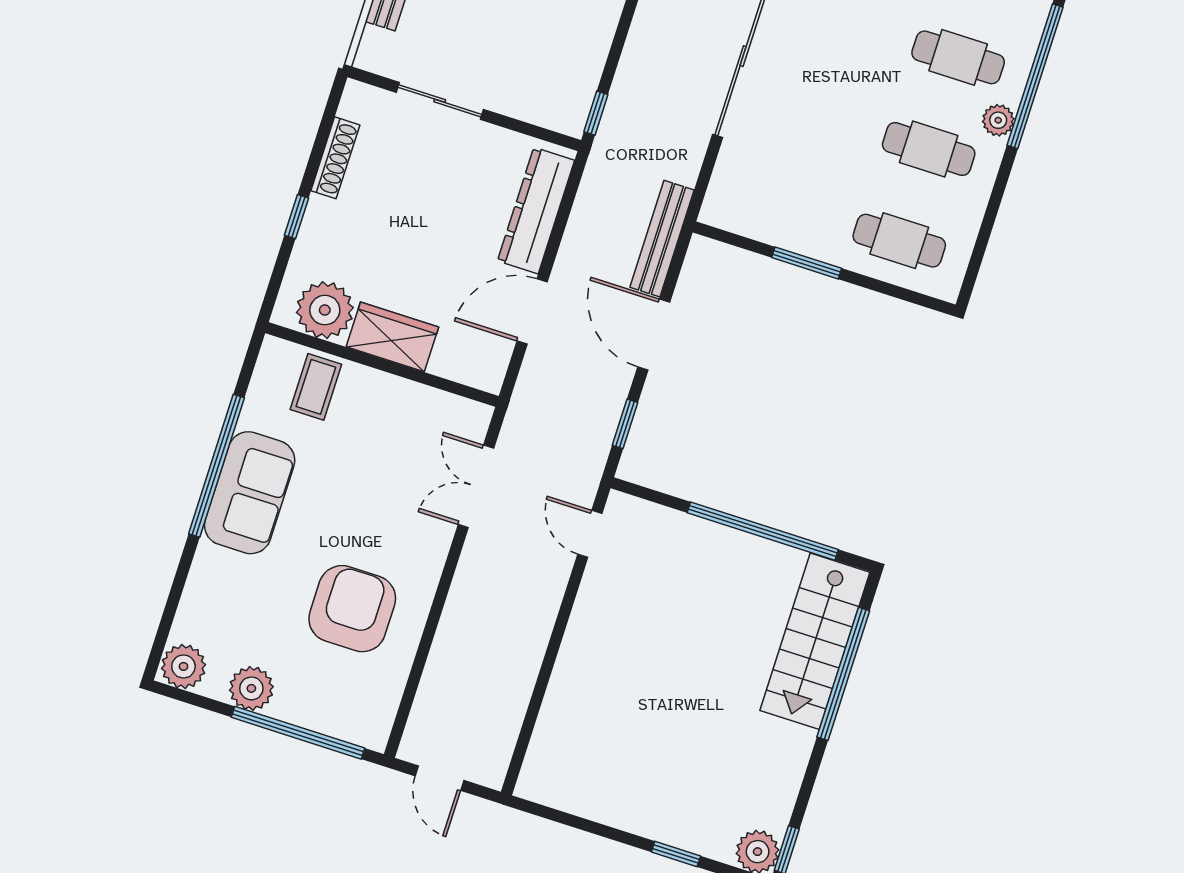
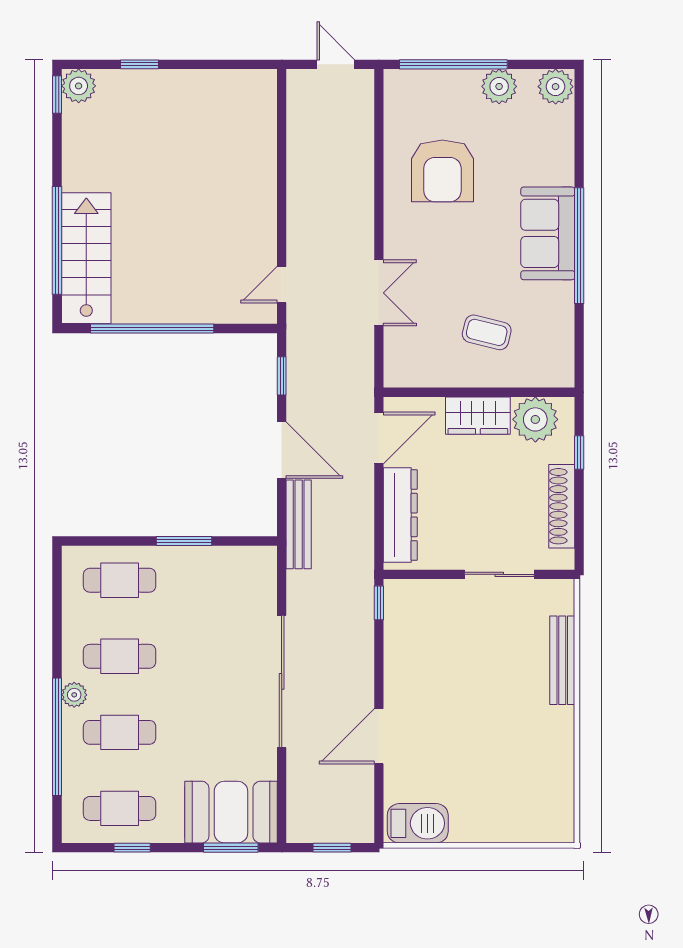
shoe rack: (335, 158) -> (562, 506), width x1.36, depth x1.24
plant: (325, 310) -> (535, 419), moved
wardrobe: (392, 337) -> (478, 416), moved
wall: (382, 365) -> (479, 392), moved
coffee table: (316, 387) -> (487, 332), moved, turned -76
door: (590, 534) -> (282, 285), swing flipped

